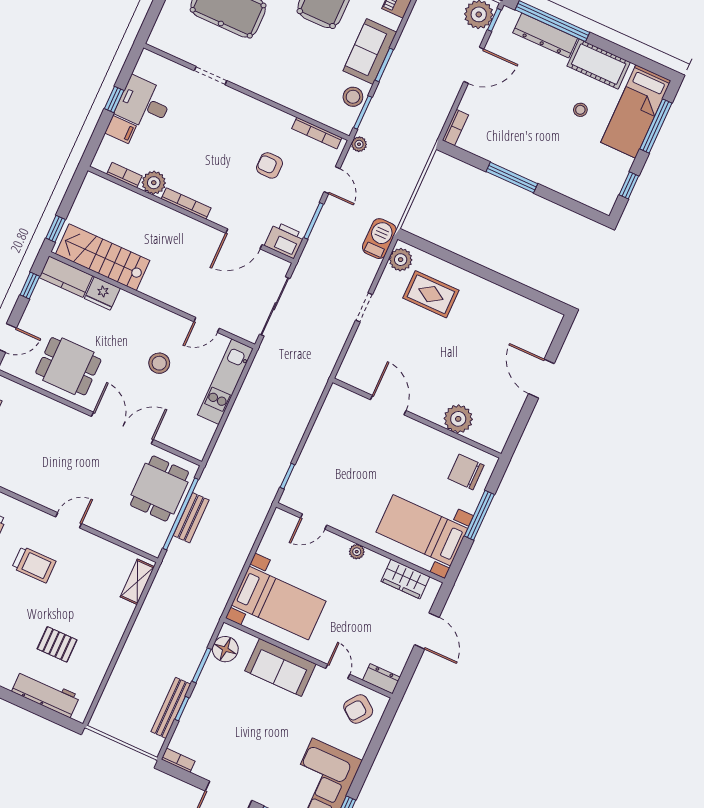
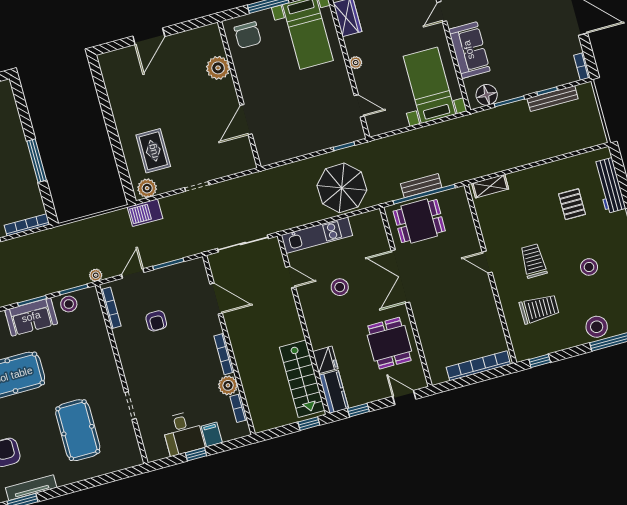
bookcase: (455, 128) -> (27, 225), width x1.56
printer: (285, 240) -> (196, 272), removed
parasol: (250, 442) -> (342, 188), added

